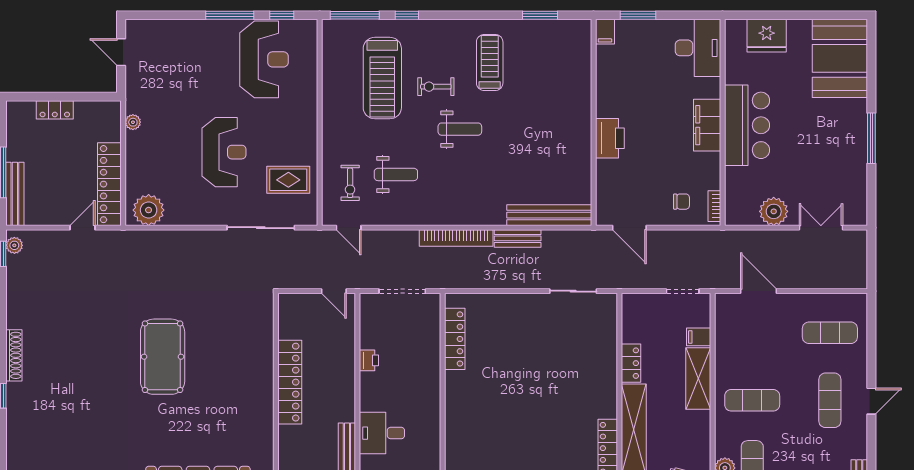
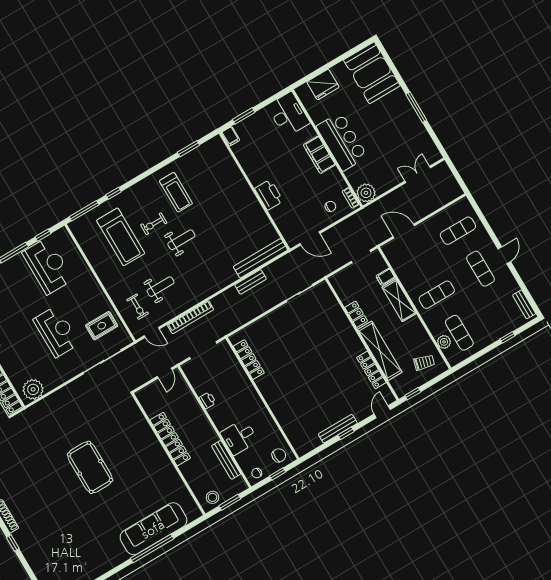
treadmill: (490, 62) -> (176, 192), turned 180
plant: (774, 211) -> (366, 193), moved
bookcase: (456, 238) -> (191, 317), moved
door: (334, 291) -> (165, 373), hinge flipped

